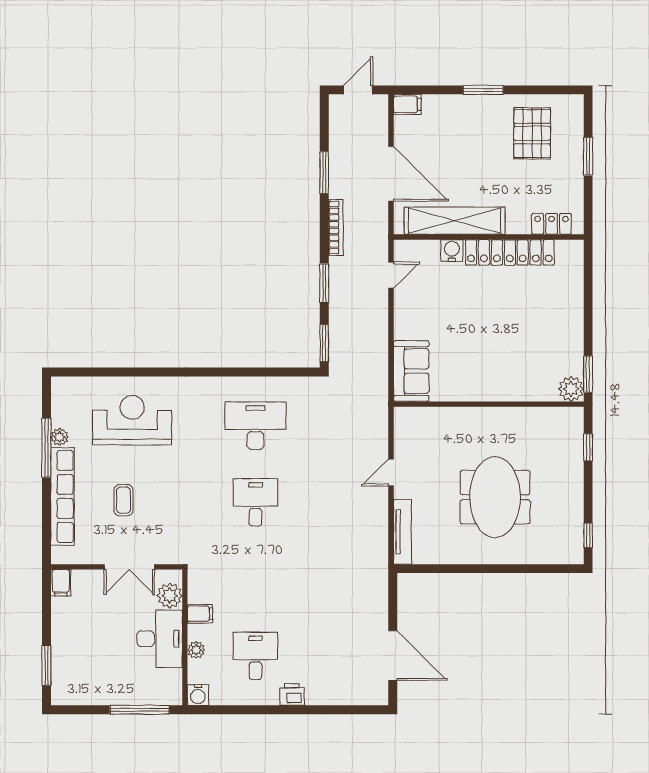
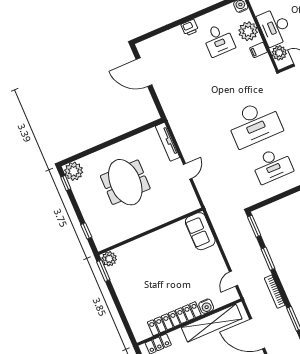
desk: (255, 502) -> (254, 123), width x1.87, depth x1.30
plant: (568, 548) -> (74, 171), added
plant: (196, 650) -> (248, 31), width x1.87, depth x1.87

